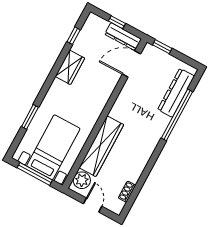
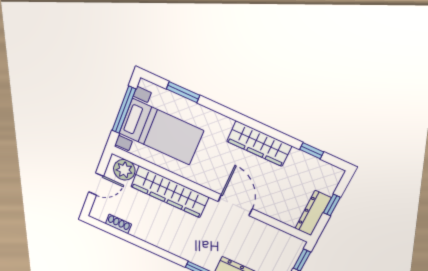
door: (131, 64) -> (235, 205), moved
wardrobe: (70, 67) -> (259, 144), width x1.50
window: (30, 117) -> (183, 92), moved

